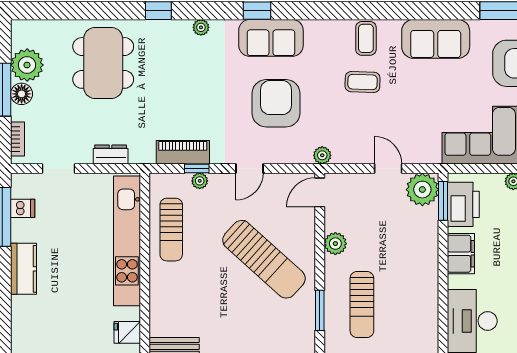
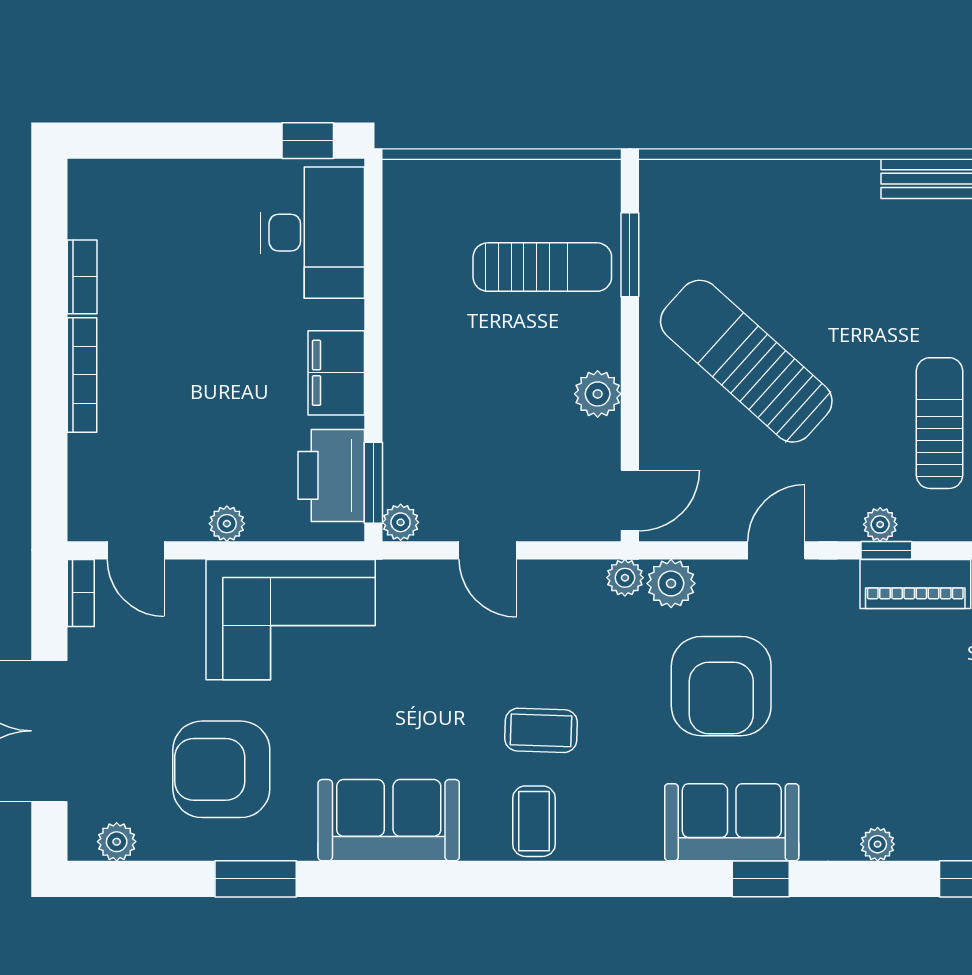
plant: (300, 153) -> (671, 583), added
plant: (422, 190) -> (401, 522), width x0.53, depth x0.53
sun lounger: (362, 304) -> (542, 267), turned 90

